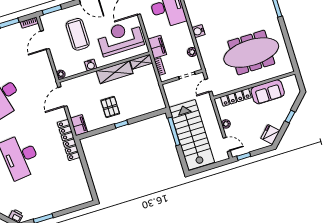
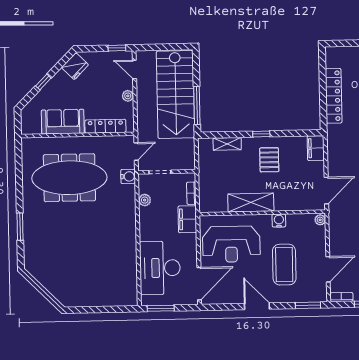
water cooler: (198, 31) -> (128, 176), moved
shelving: (141, 62) -> (227, 144), moved
locker: (69, 140) -> (334, 96), moved

